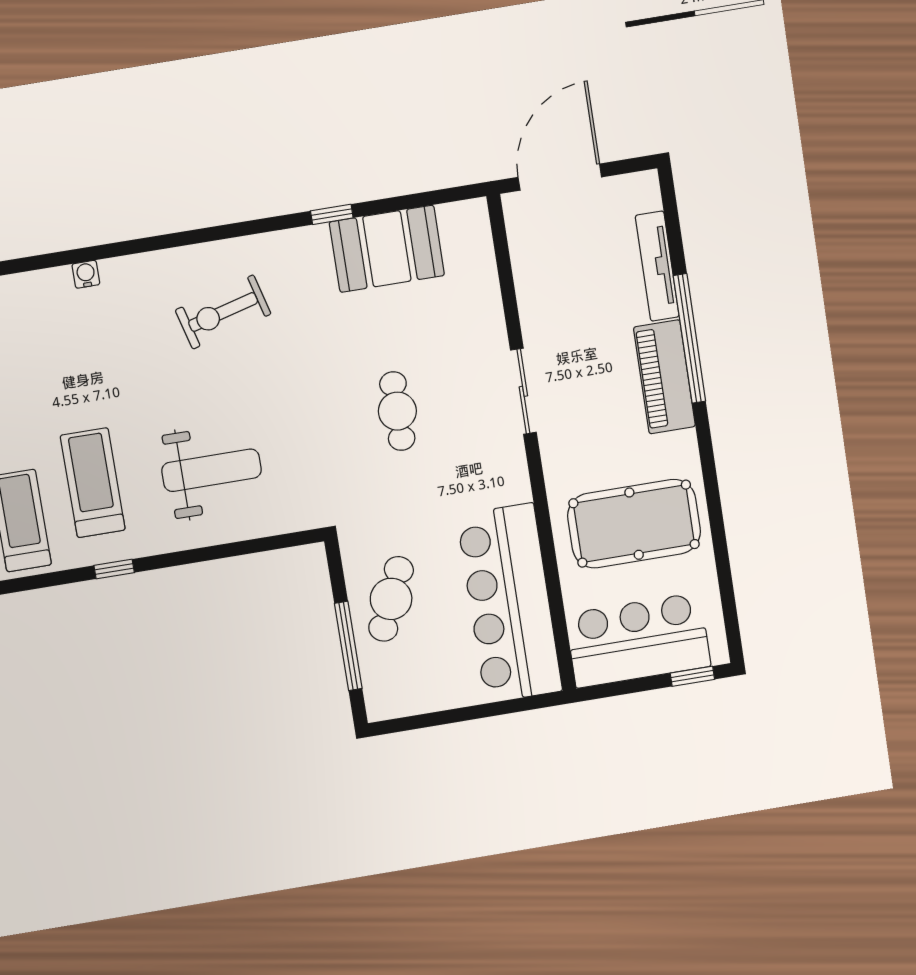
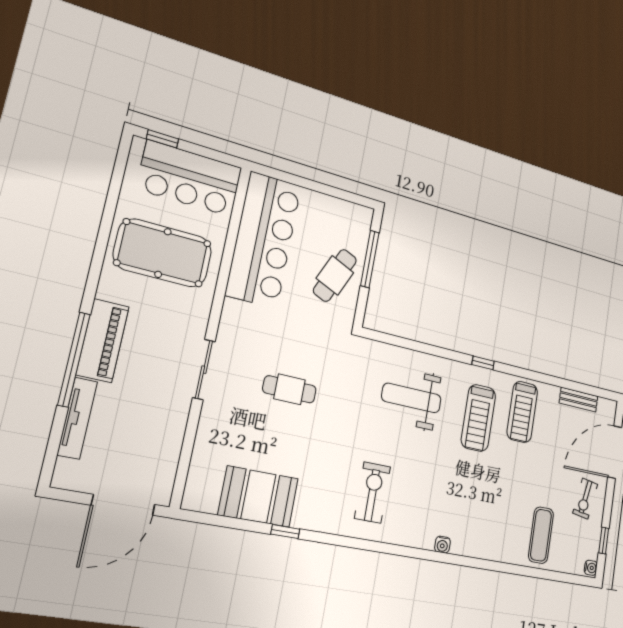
exercise bike: (223, 312) -> (372, 492), turned -75
cafe table: (397, 411) -> (289, 389), turned 90

